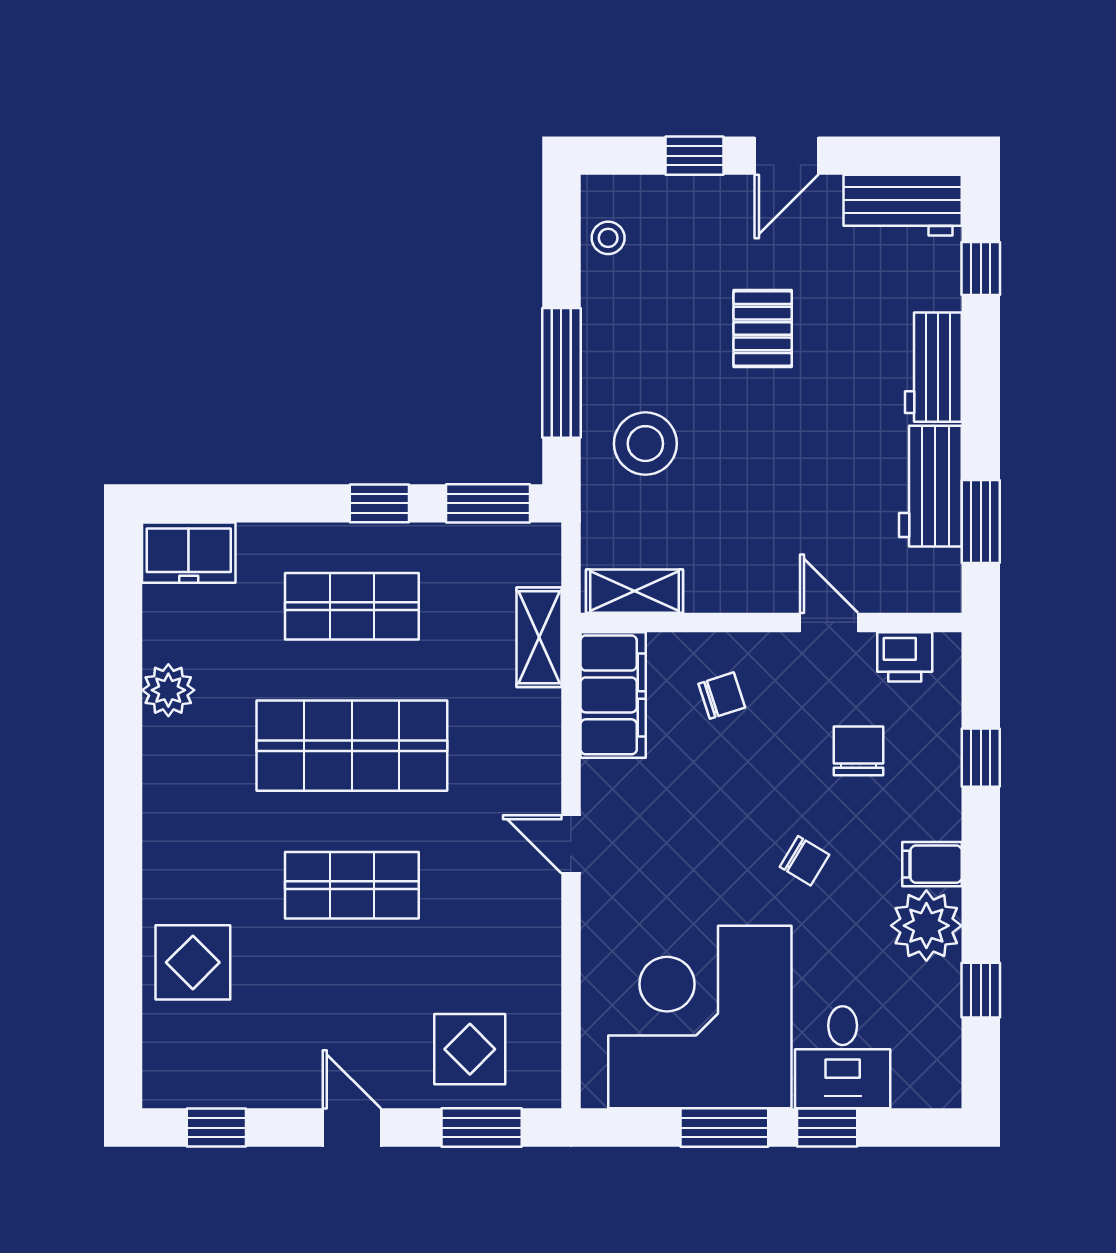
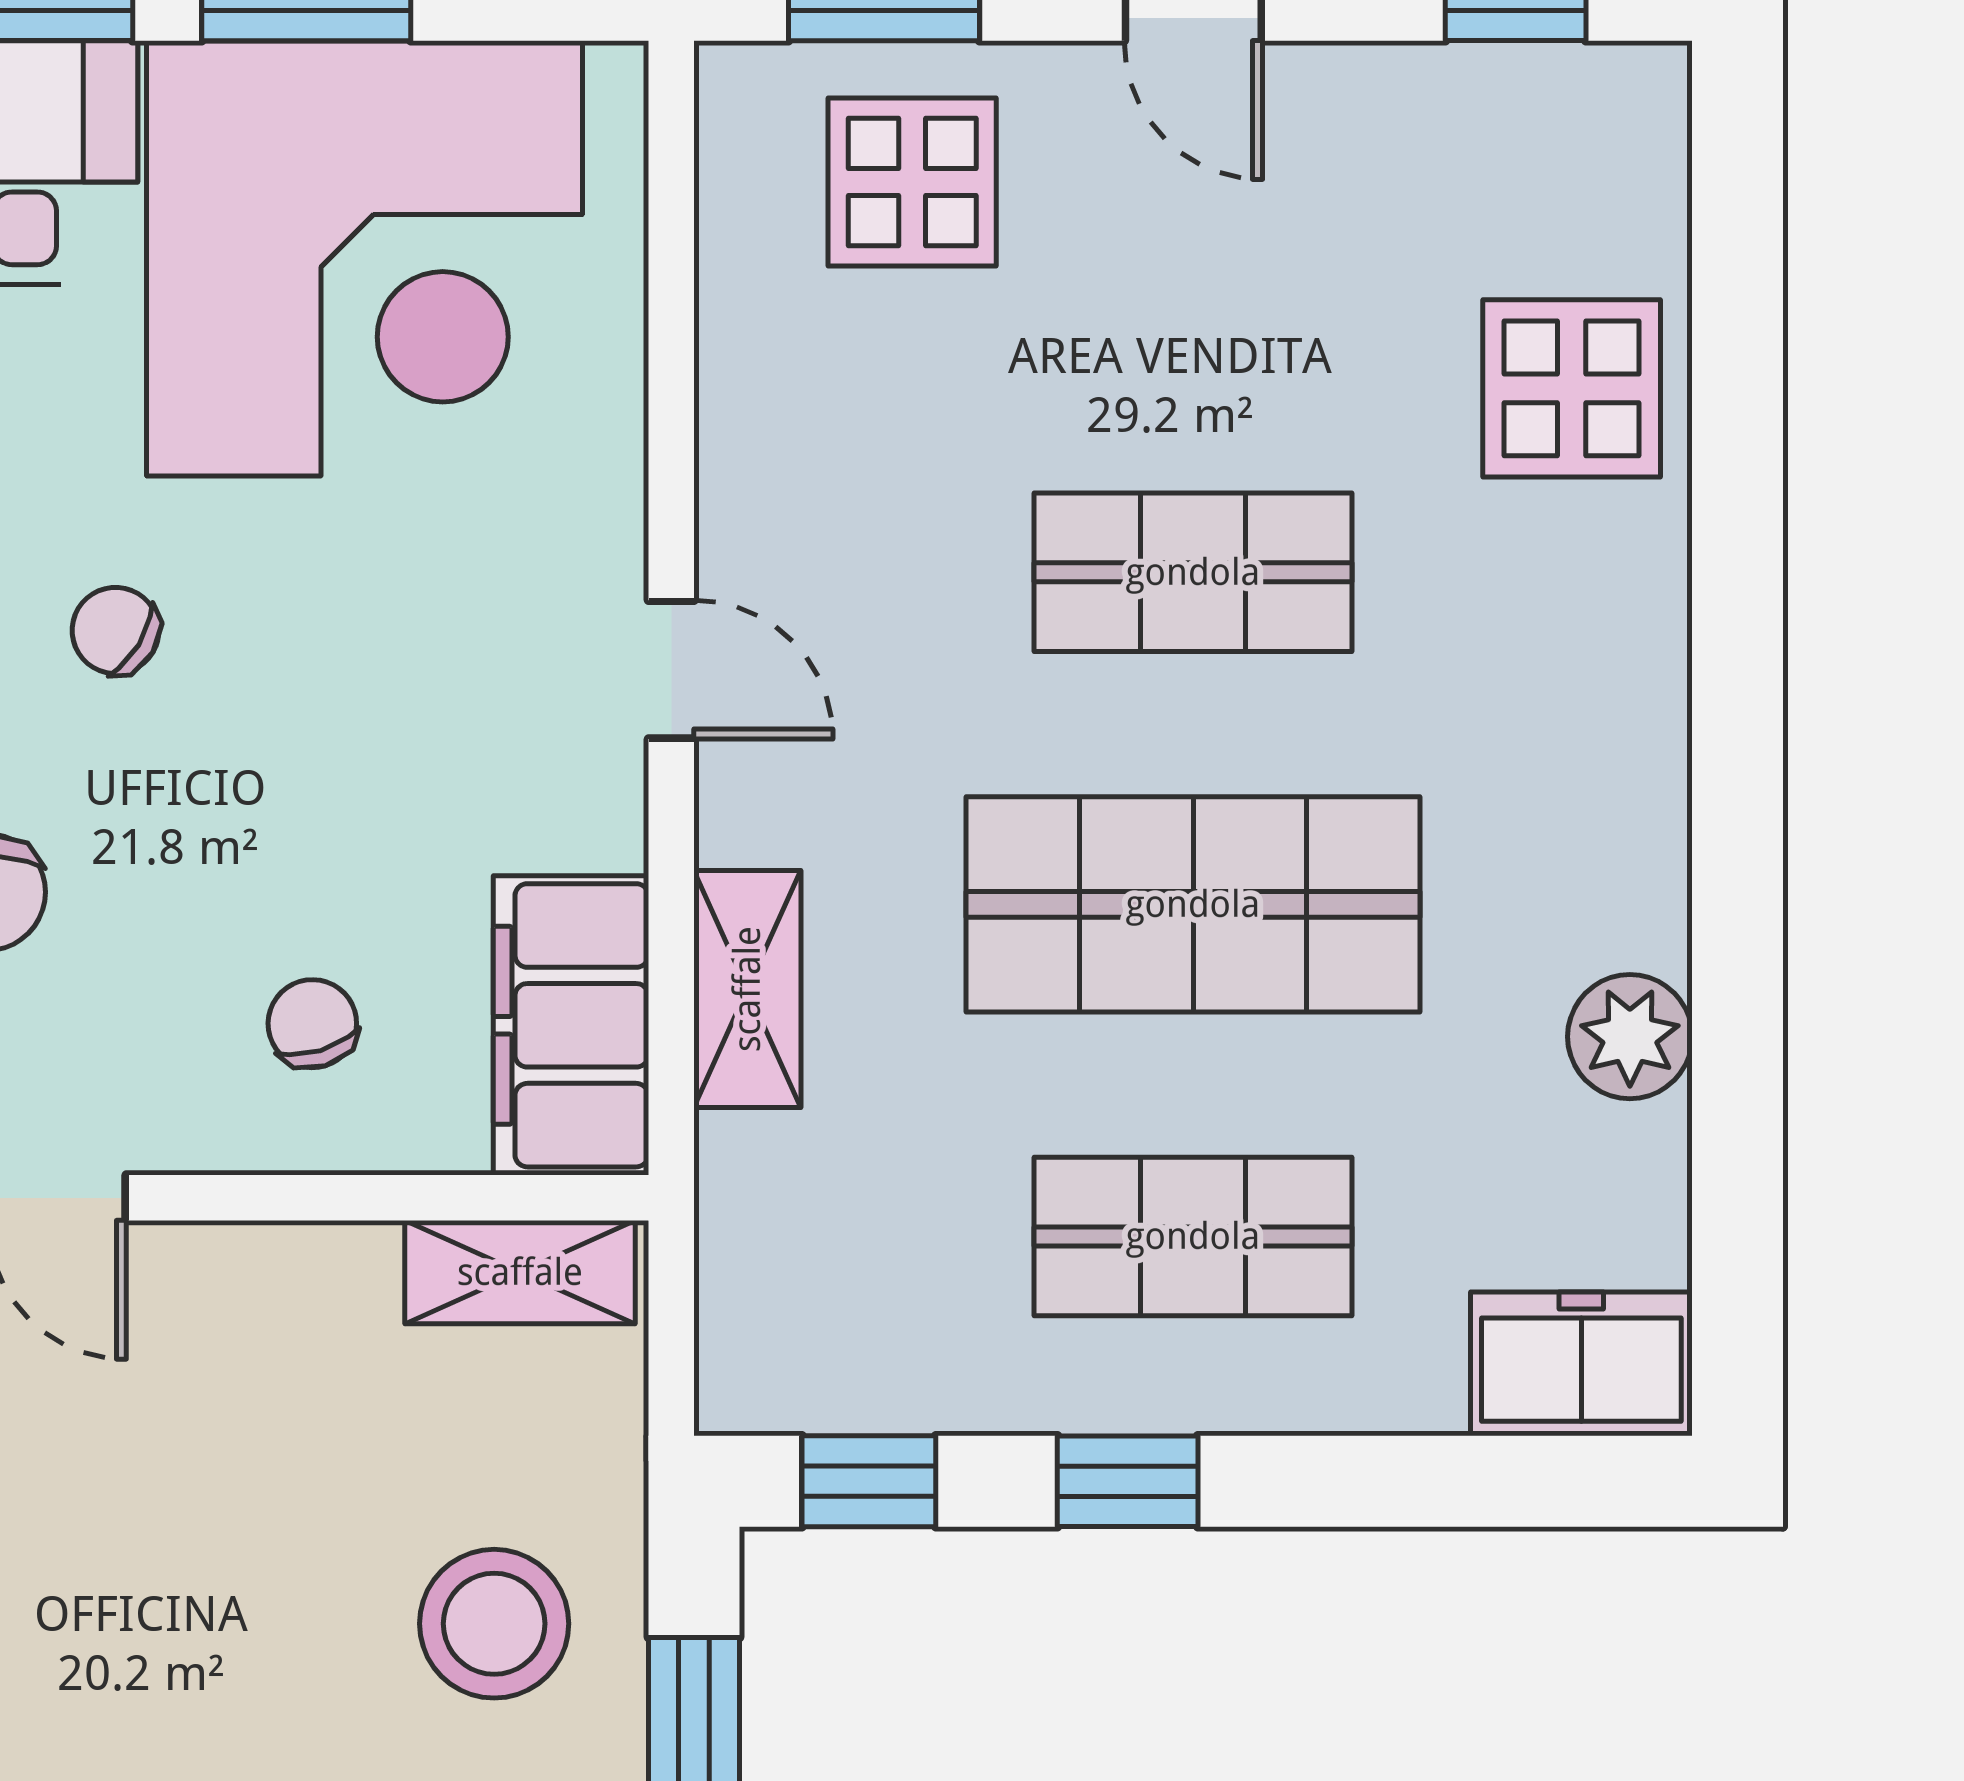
window: (488, 503) -> (869, 1481), width x0.67
shelving: (539, 637) -> (747, 989), moved
chair: (722, 696) -> (312, 1024), turned 91

